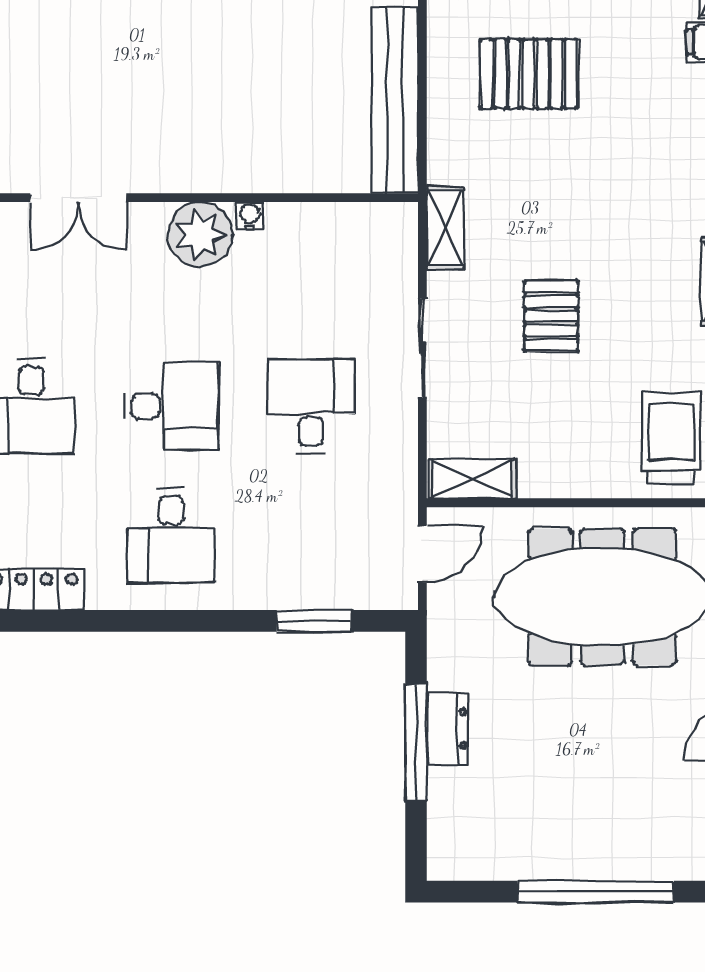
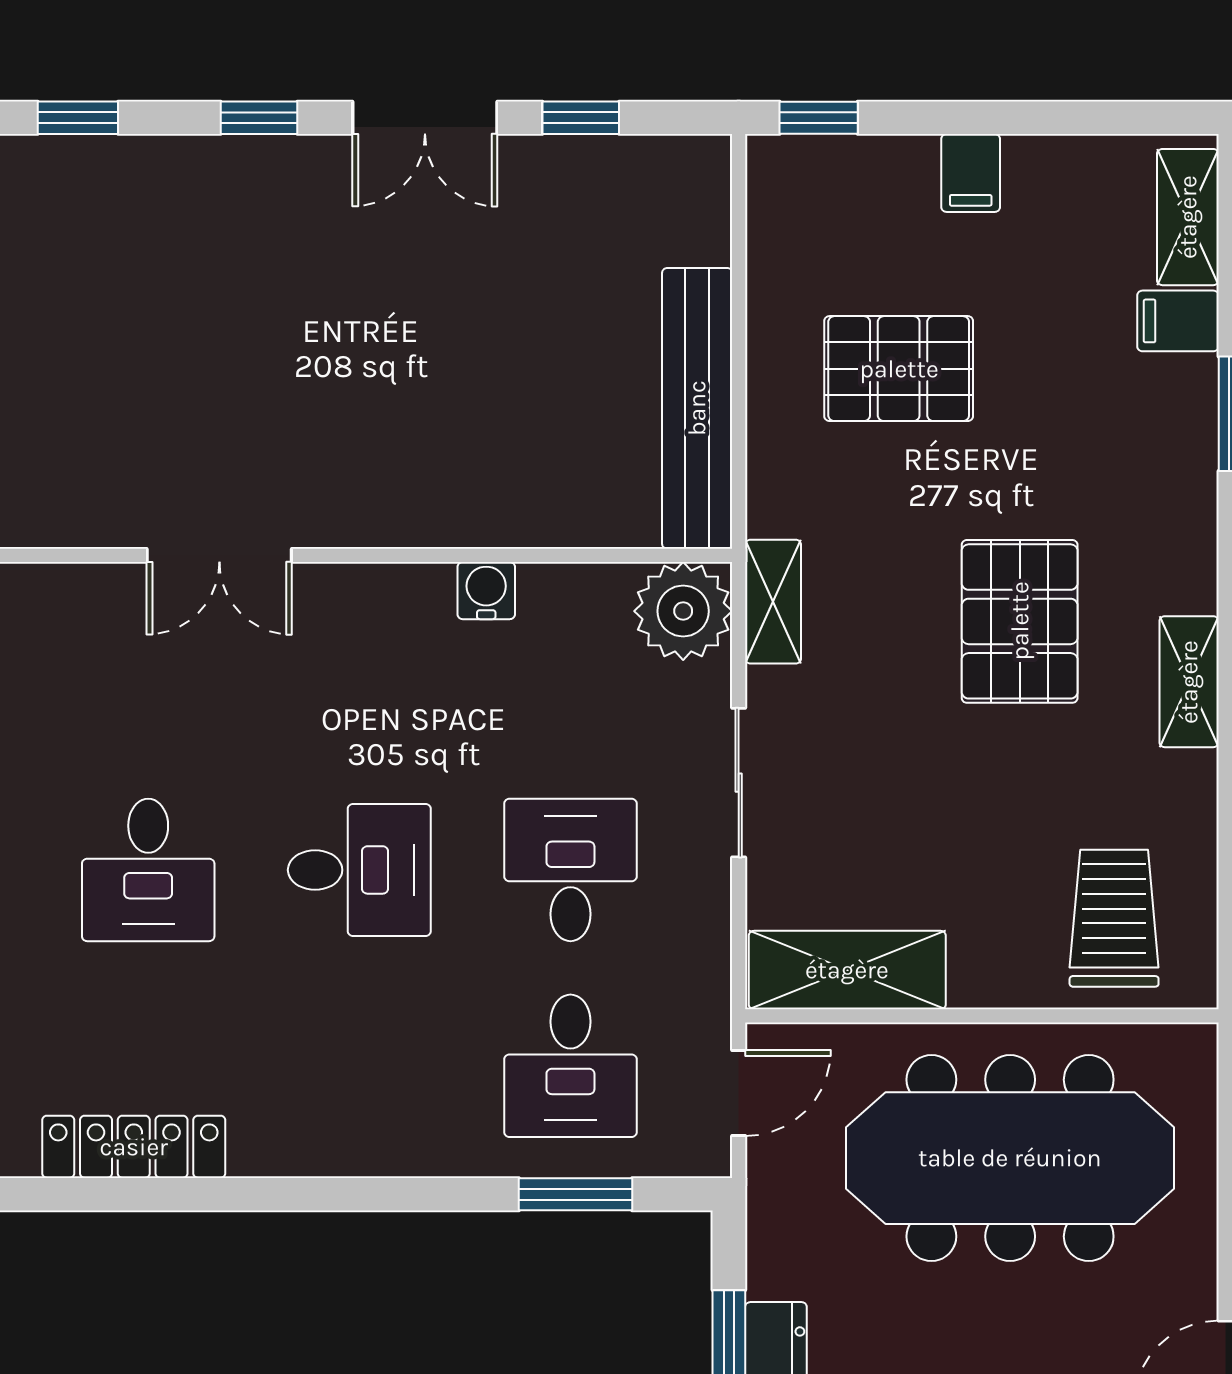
water cooler: (250, 216) -> (486, 591), width x1.38, depth x1.38
plant: (200, 234) -> (683, 611), moved
pallet: (551, 316) -> (1020, 621), moved, width x1.50, depth x1.42
shelving: (473, 479) -> (847, 970), width x1.50, depth x1.33
desk: (171, 536) -> (570, 1066), moved

